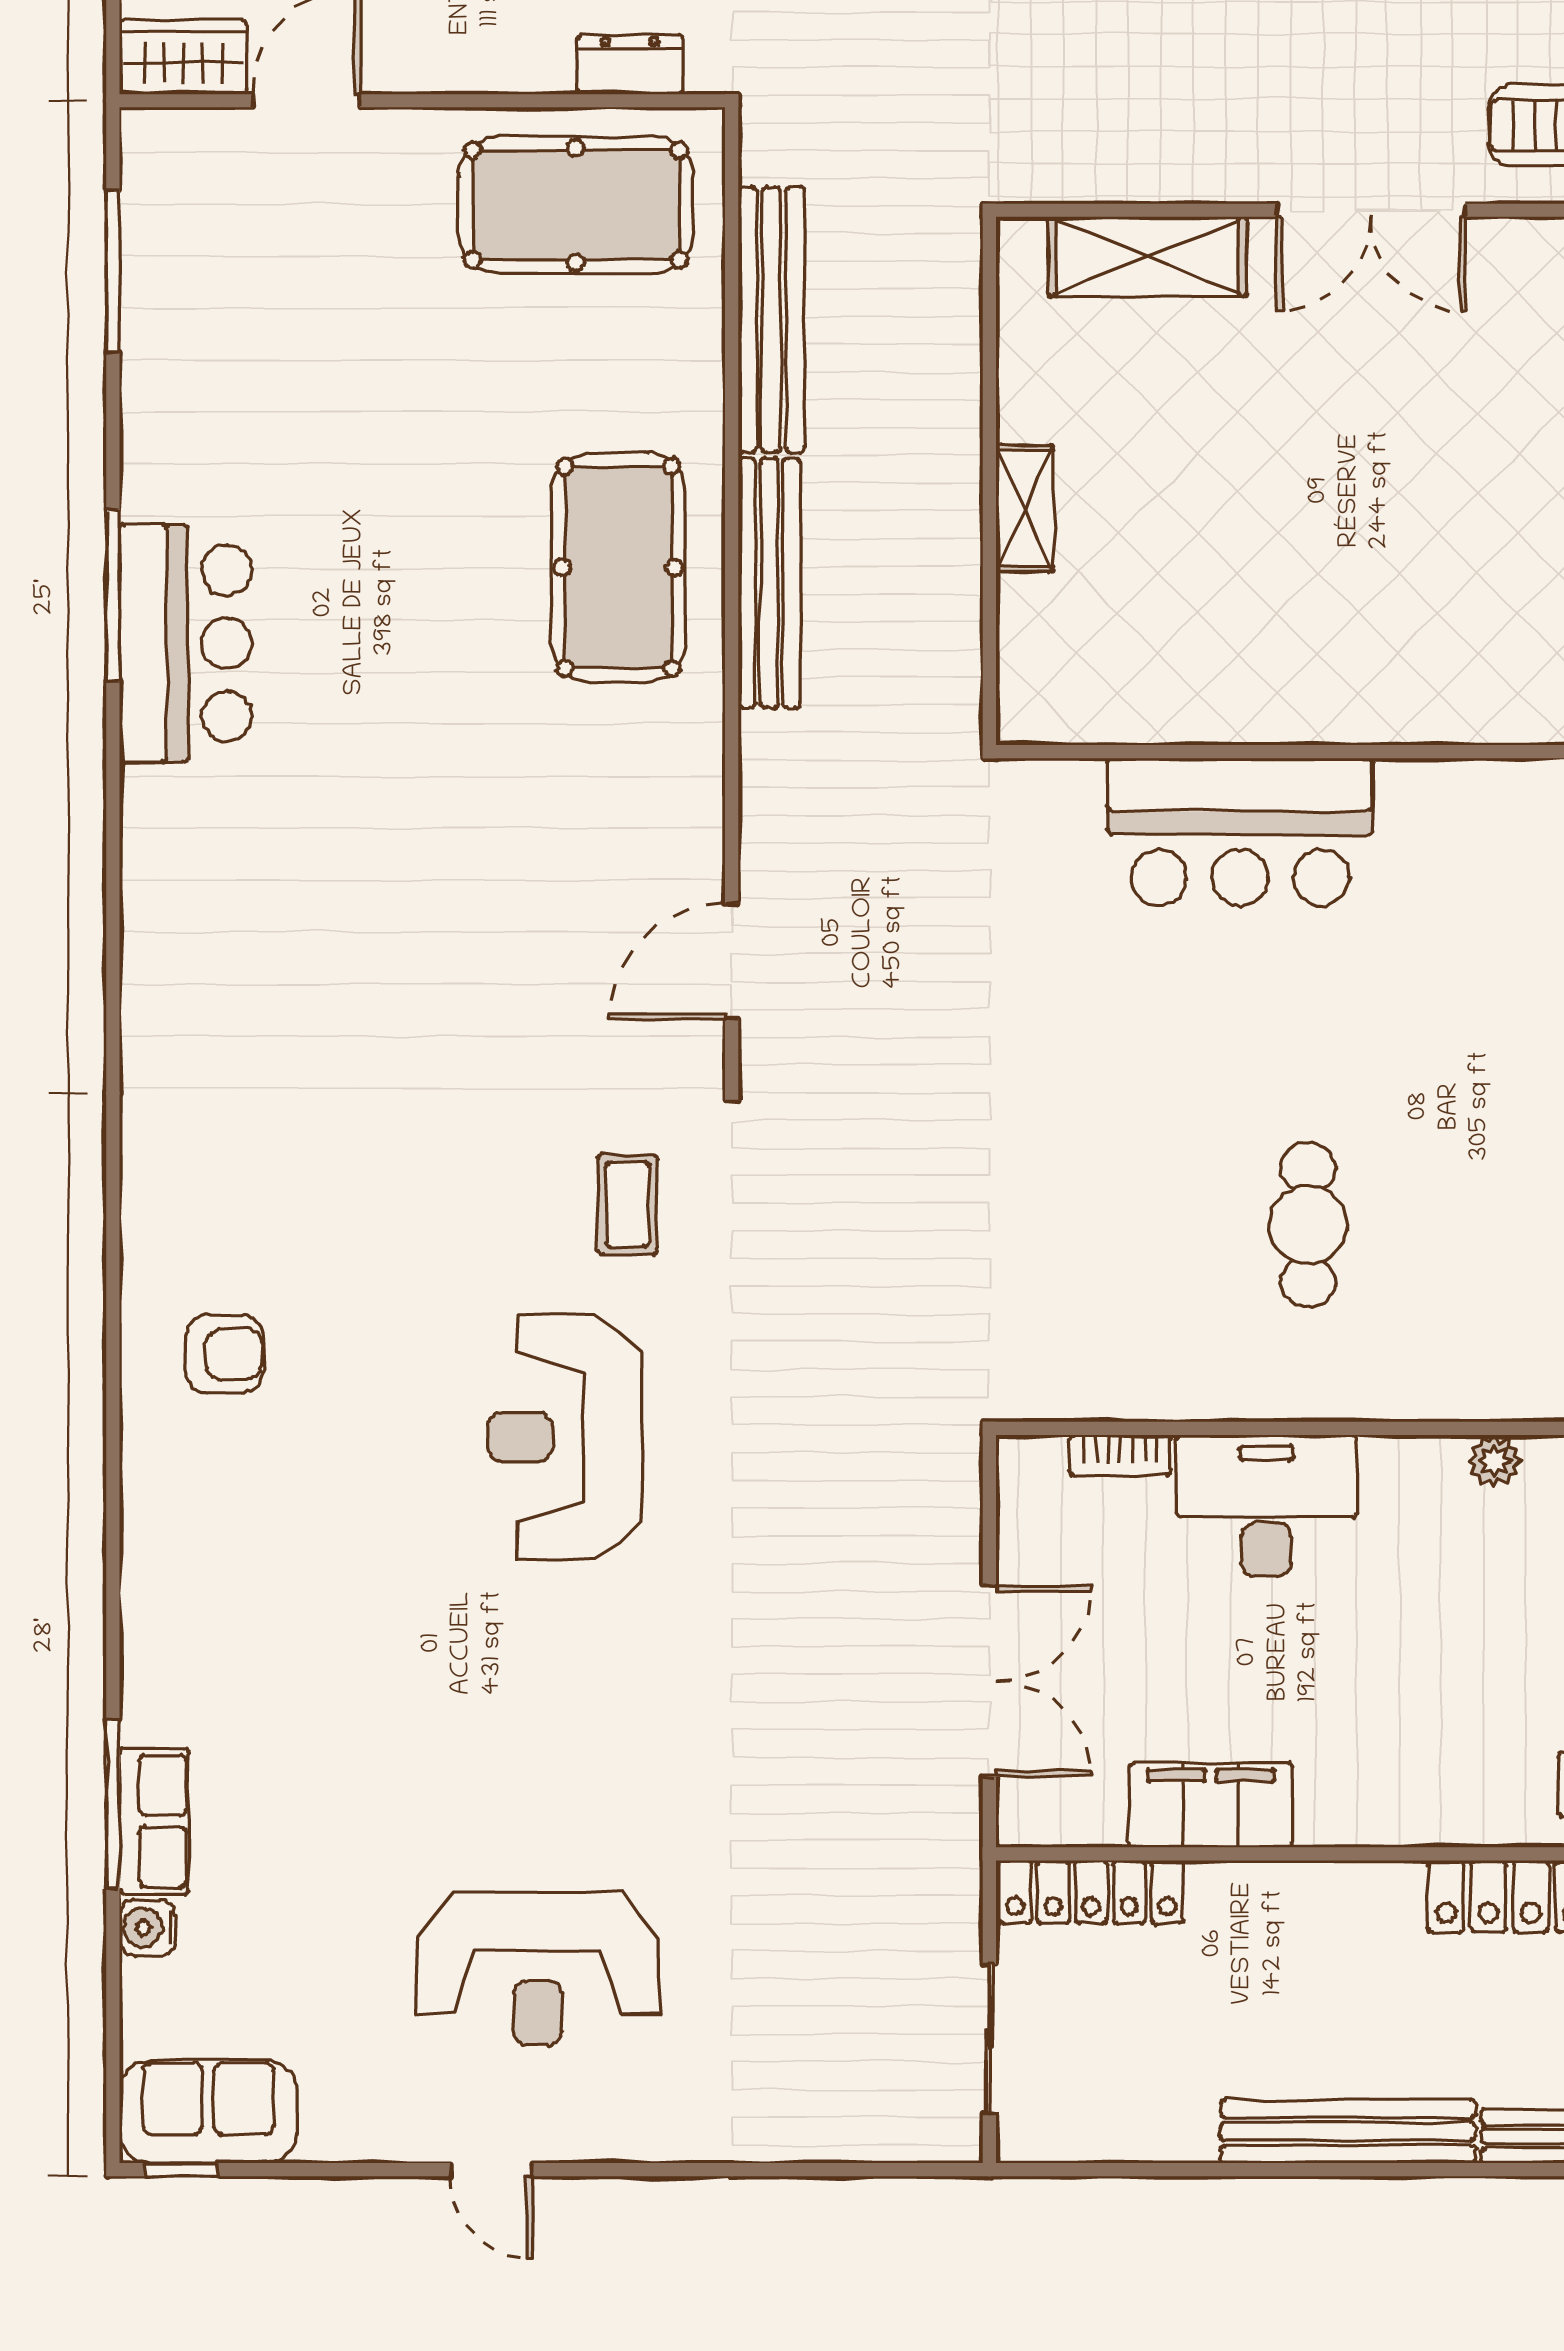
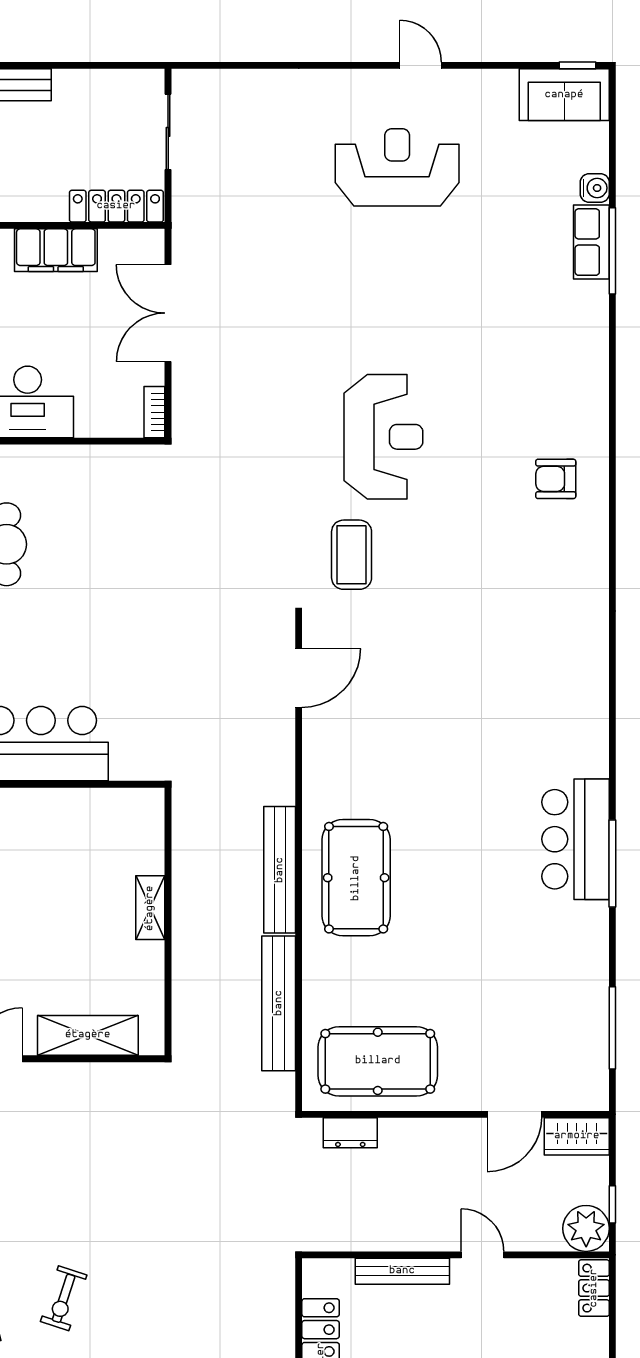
coffee table: (627, 1204) -> (352, 555), width x1.36, depth x1.30
bookcase: (1120, 1455) -> (154, 412), moved, turned -90

